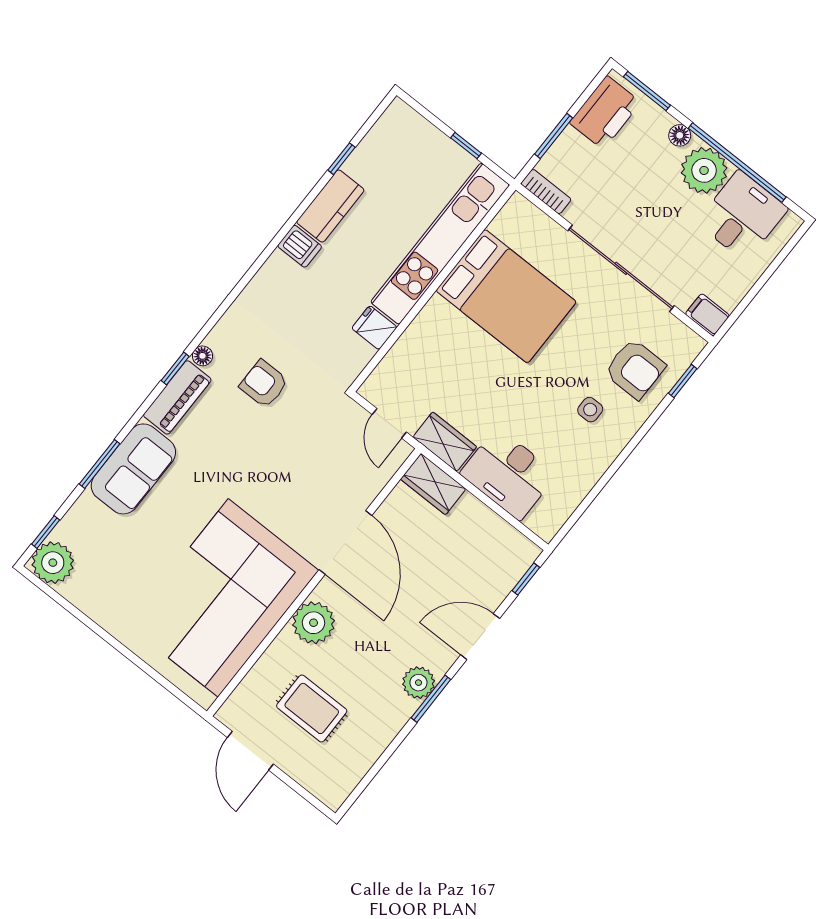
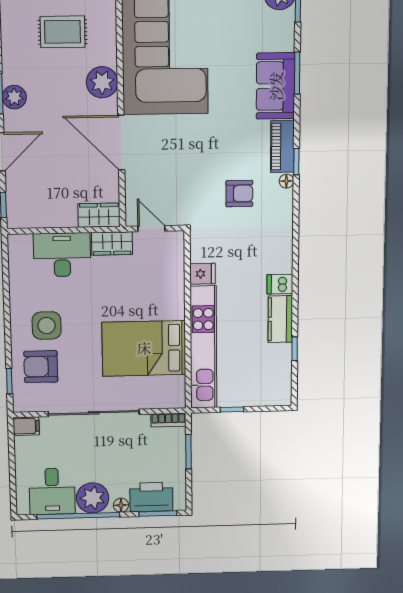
printer: (605, 112) -> (151, 497), moved, turned 90
side table: (590, 410) -> (47, 326), width x1.87, depth x1.87

